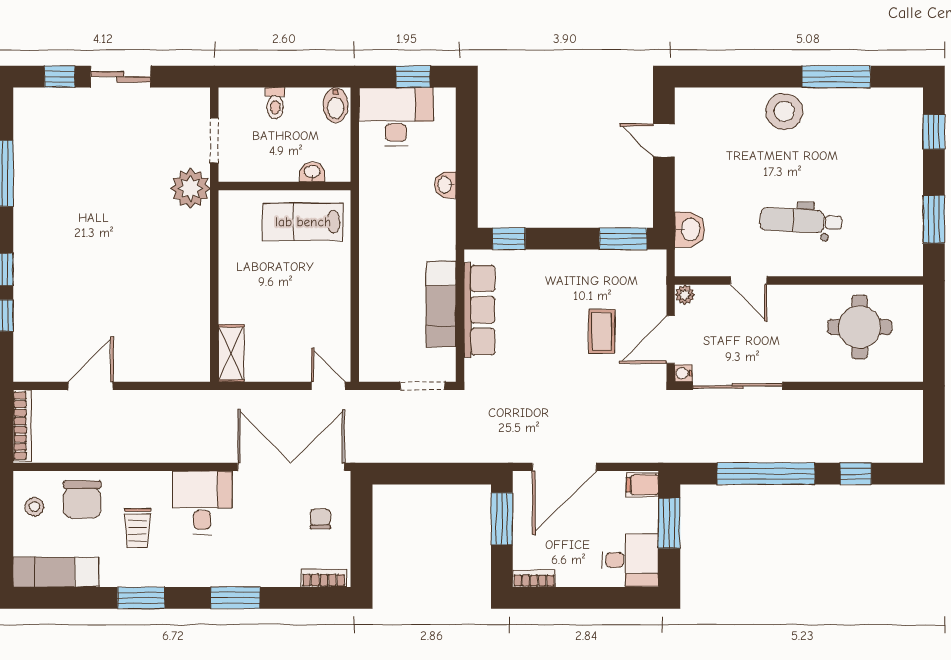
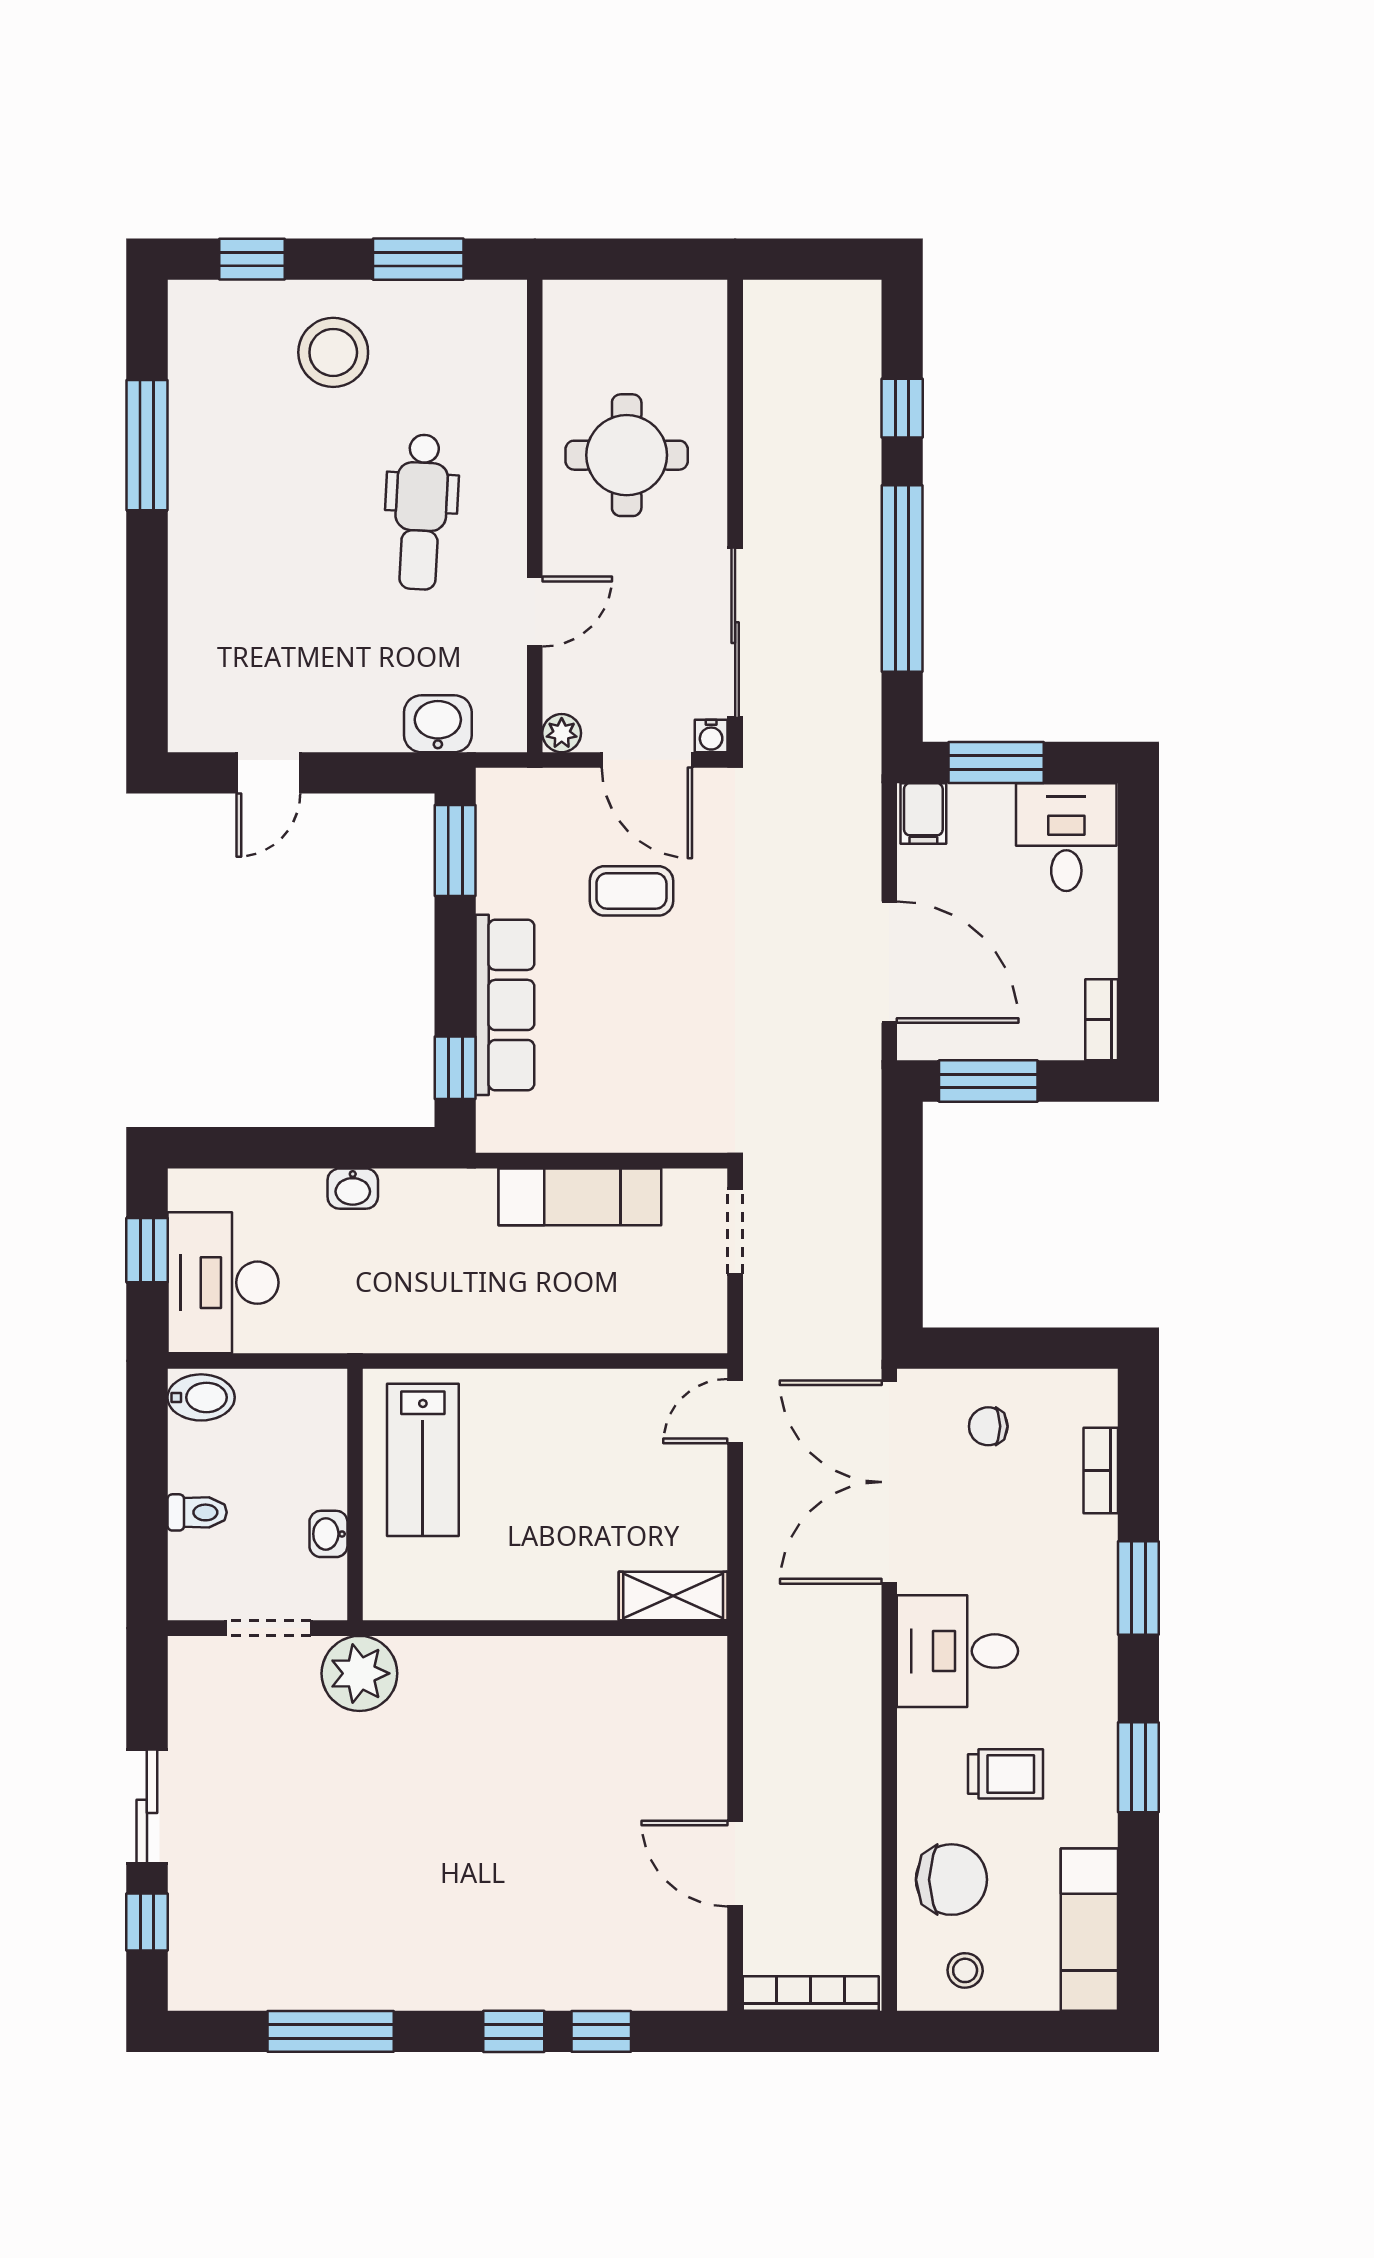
stool: (784, 111) -> (333, 352), moved
washbasin: (312, 172) -> (328, 1534), moved
row of seats: (479, 310) -> (505, 1005), moved, turned 90
round table: (860, 327) -> (627, 455), moved
bookcase: (324, 578) -> (1101, 1470), moved

